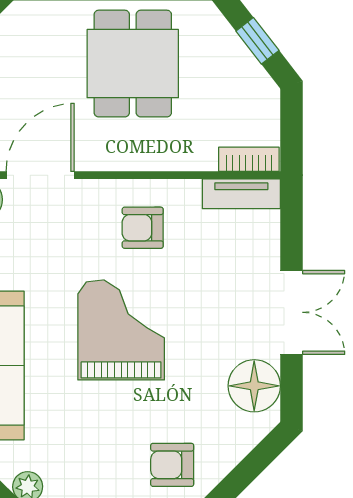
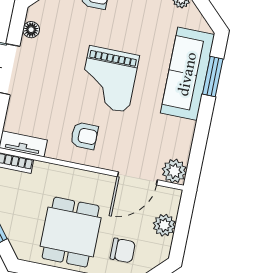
chair: (40, 51) -> (123, 250), added
floor lamp: (254, 386) -> (31, 30), width x0.53, depth x0.53

